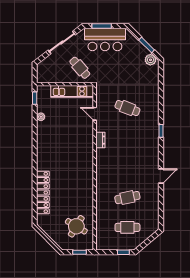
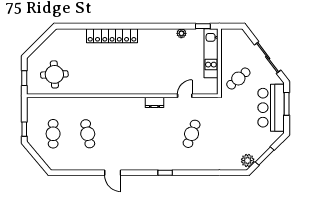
kitchen unit: (72, 91) -> (211, 53), moved
locker: (43, 193) -> (112, 36), moved
round table: (76, 226) -> (54, 74), turned -34

